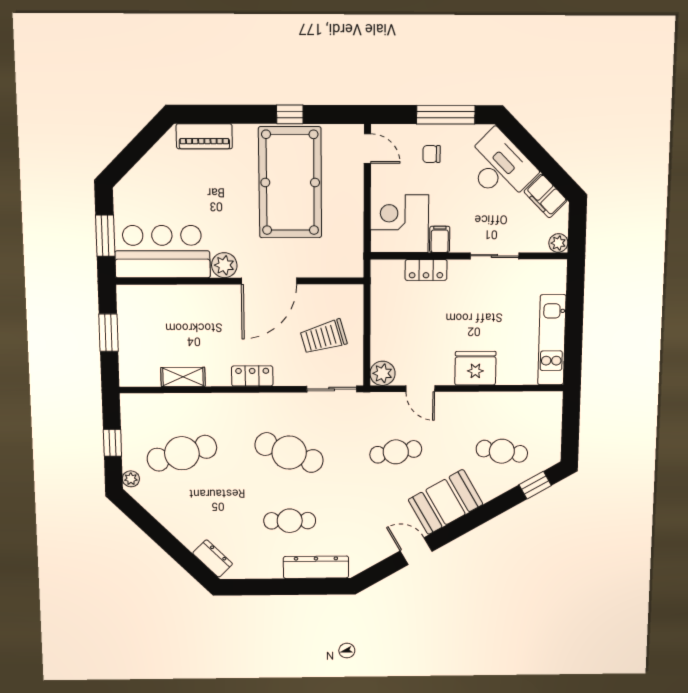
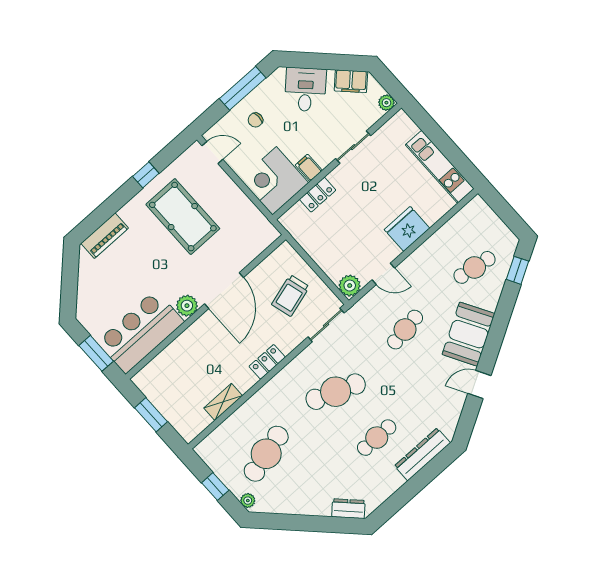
desk: (500, 167) -> (305, 90), width x0.73
pool table: (290, 182) -> (183, 217), width x0.73, depth x0.76

